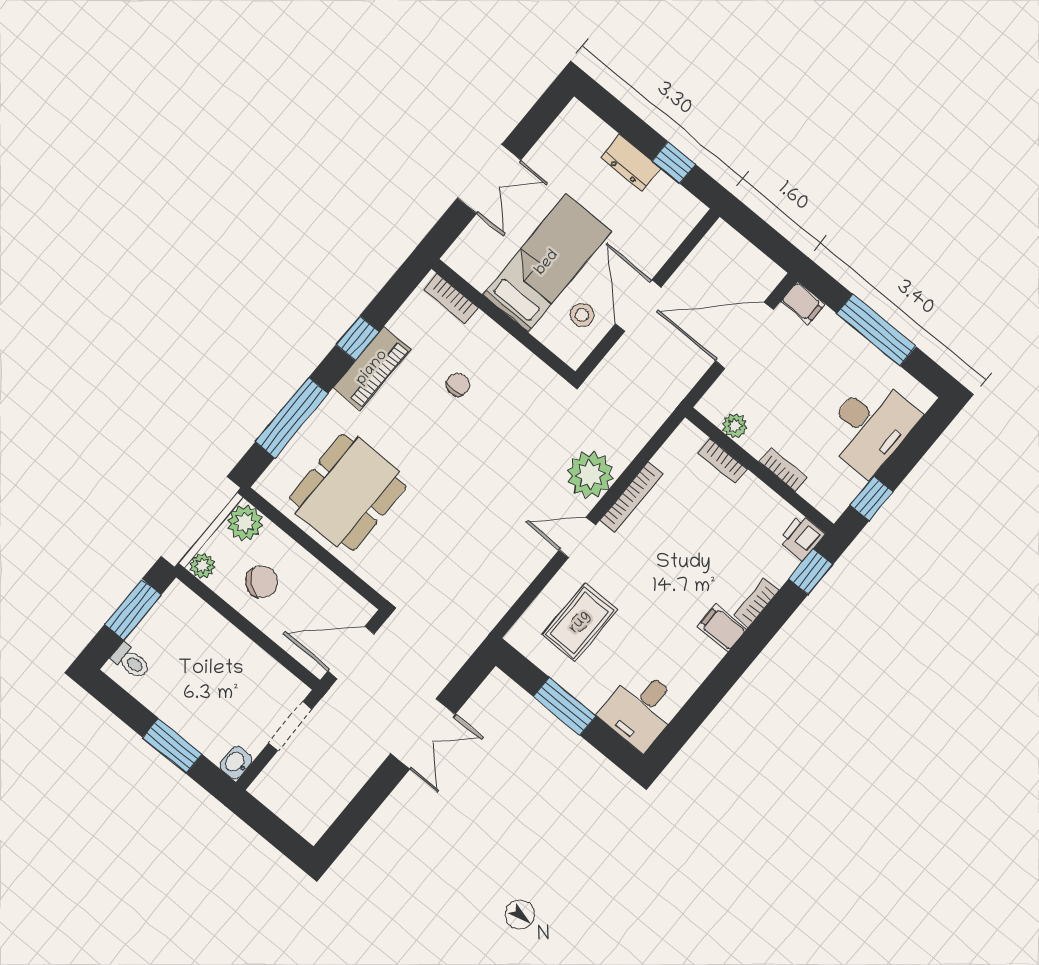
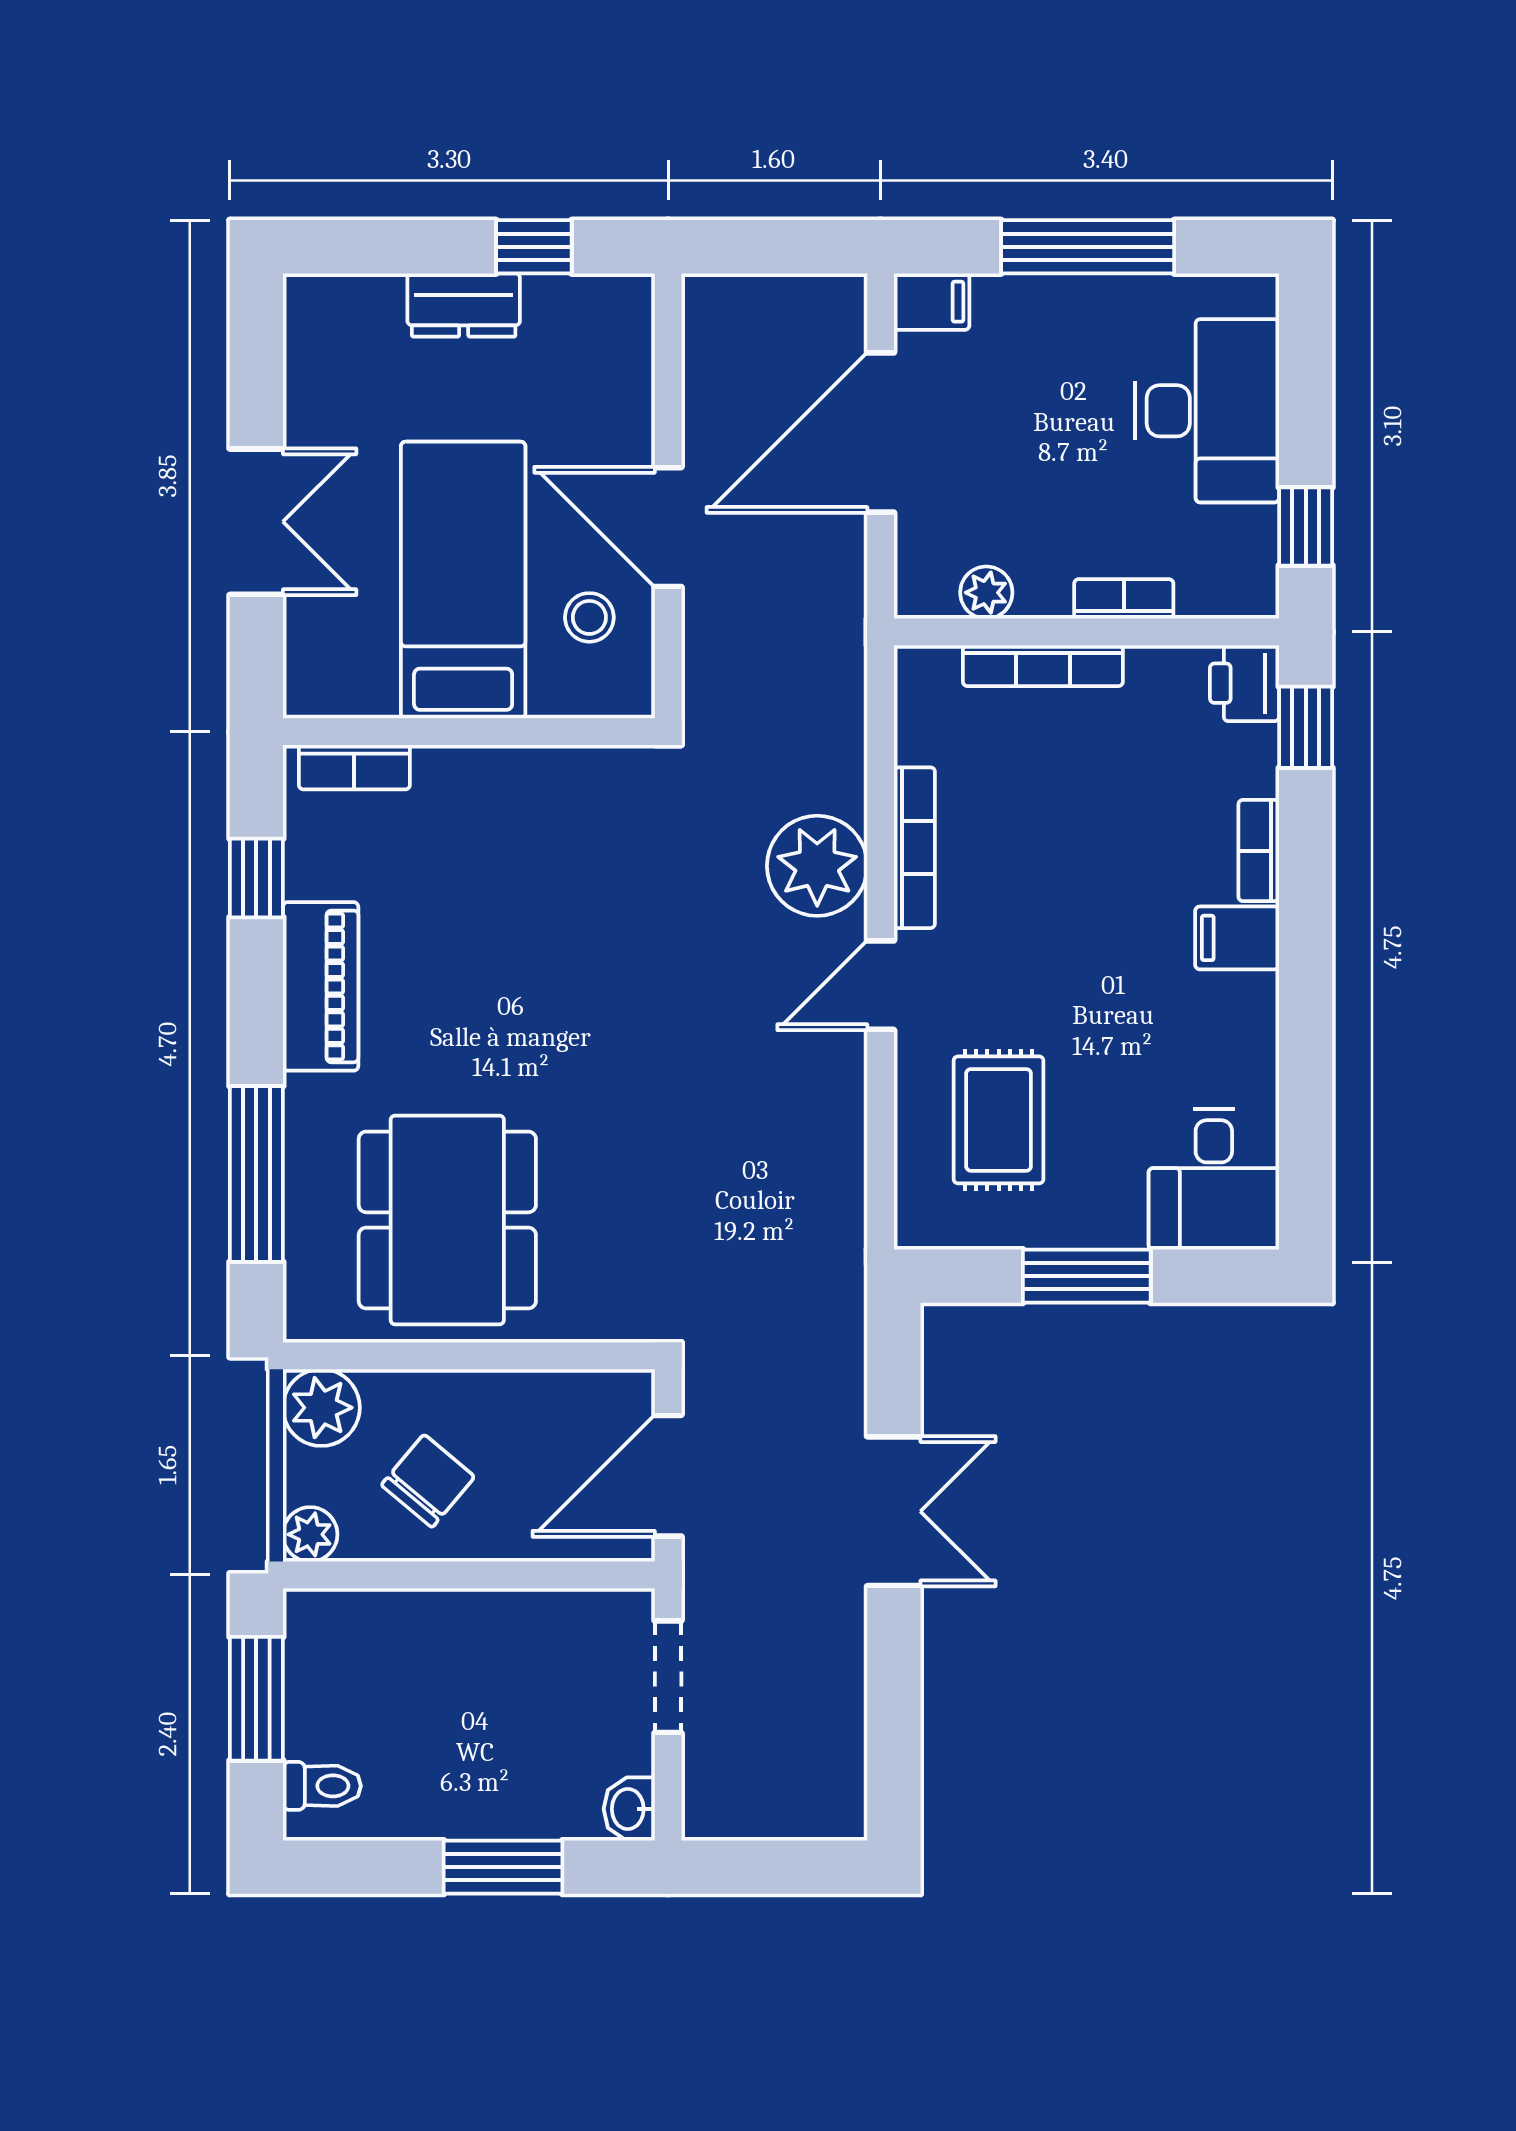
window: (358, 338) -> (256, 878), moved
chair: (458, 385) -> (482, 897), removed
bookcase: (723, 461) -> (1043, 666), width x1.56

